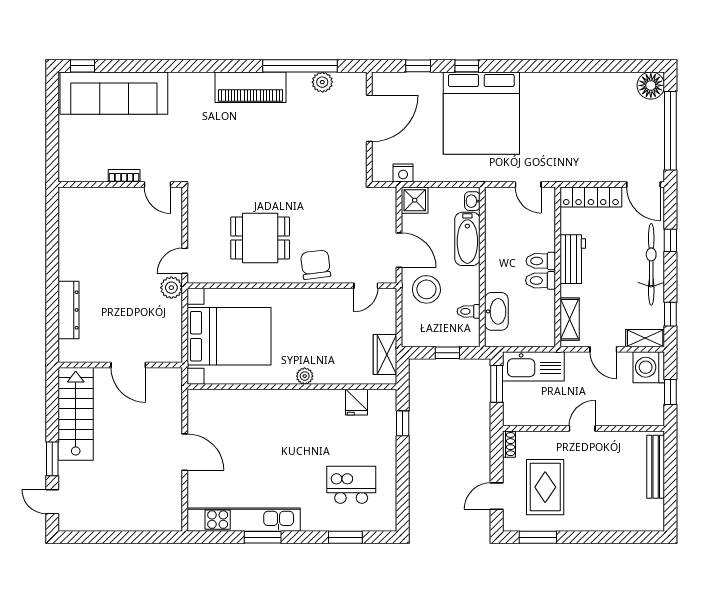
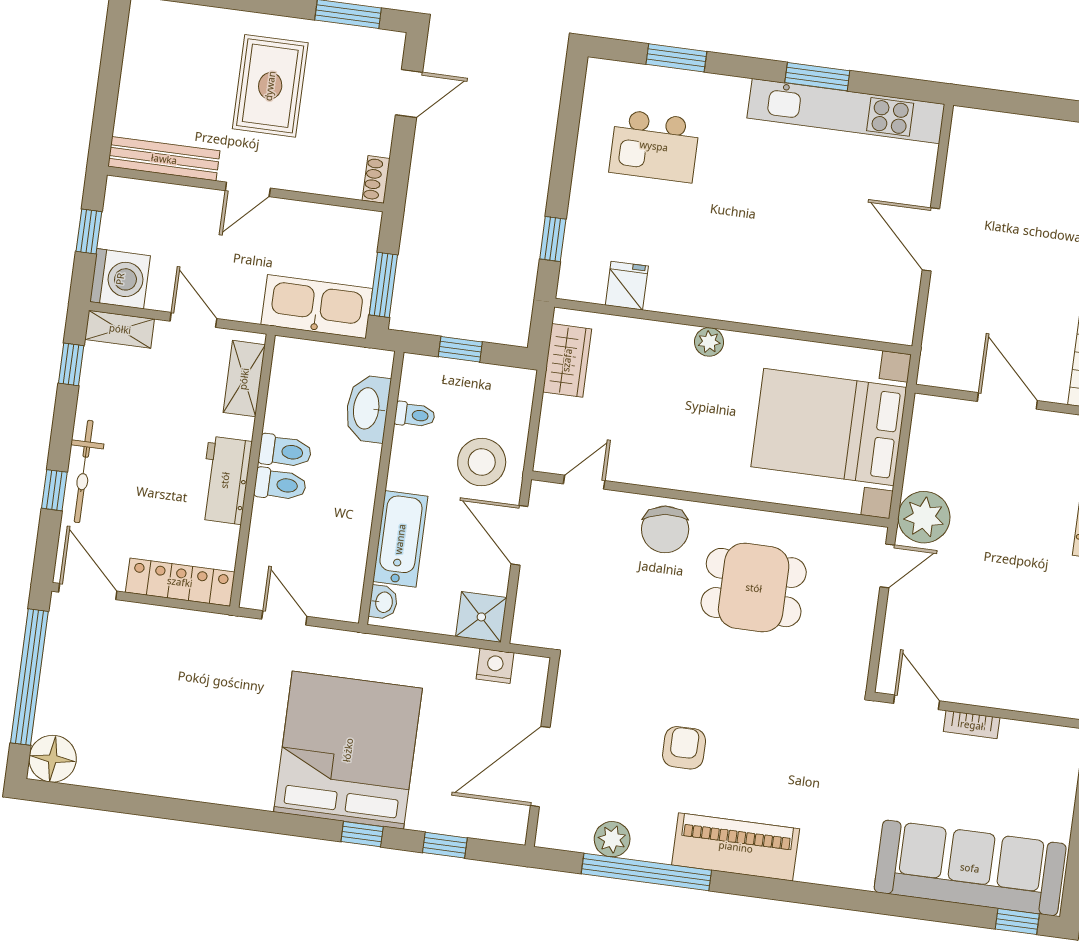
armchair: (288, 140) -> (684, 748), added
bicycle: (651, 264) -> (84, 471), width x0.73, depth x0.71
plant: (171, 288) -> (924, 517), width x1.36, depth x1.36
bench: (656, 467) -> (164, 159), moved, turned 90
rug: (545, 487) -> (270, 86), moved

